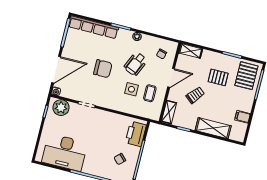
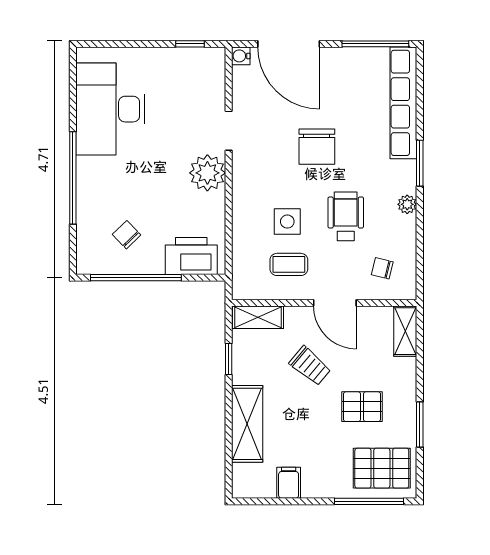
wheelchair: (136, 64) -> (346, 216), turned 67
pallet: (218, 77) -> (362, 407), turned 90
plant: (61, 108) -> (207, 173), moved

